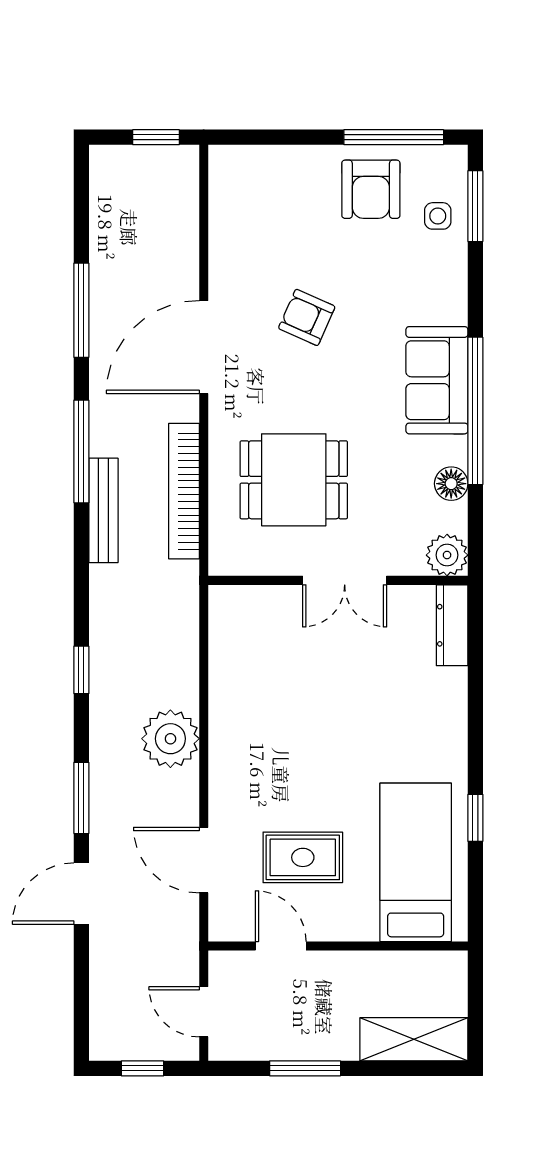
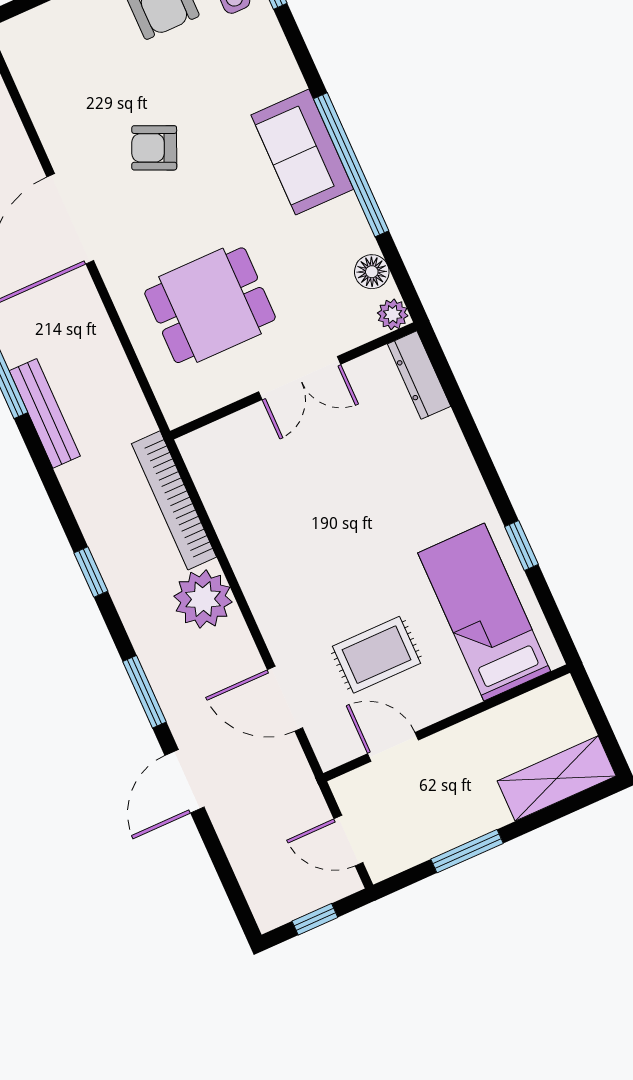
floor lamp: (451, 484) -> (372, 272), moved
bookcase: (184, 491) -> (174, 500), moved
plant: (447, 555) -> (393, 314), width x0.73, depth x0.73

